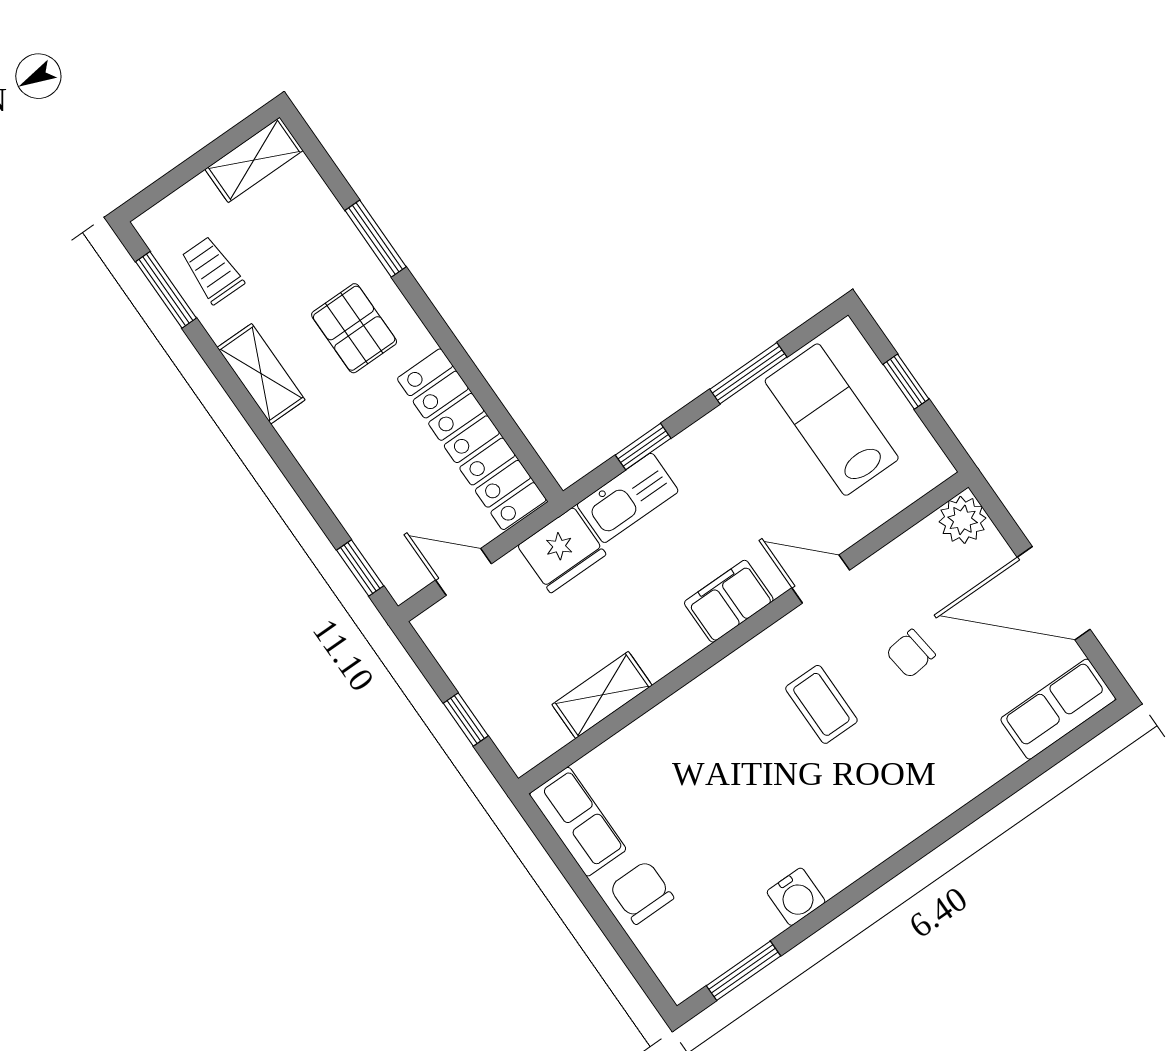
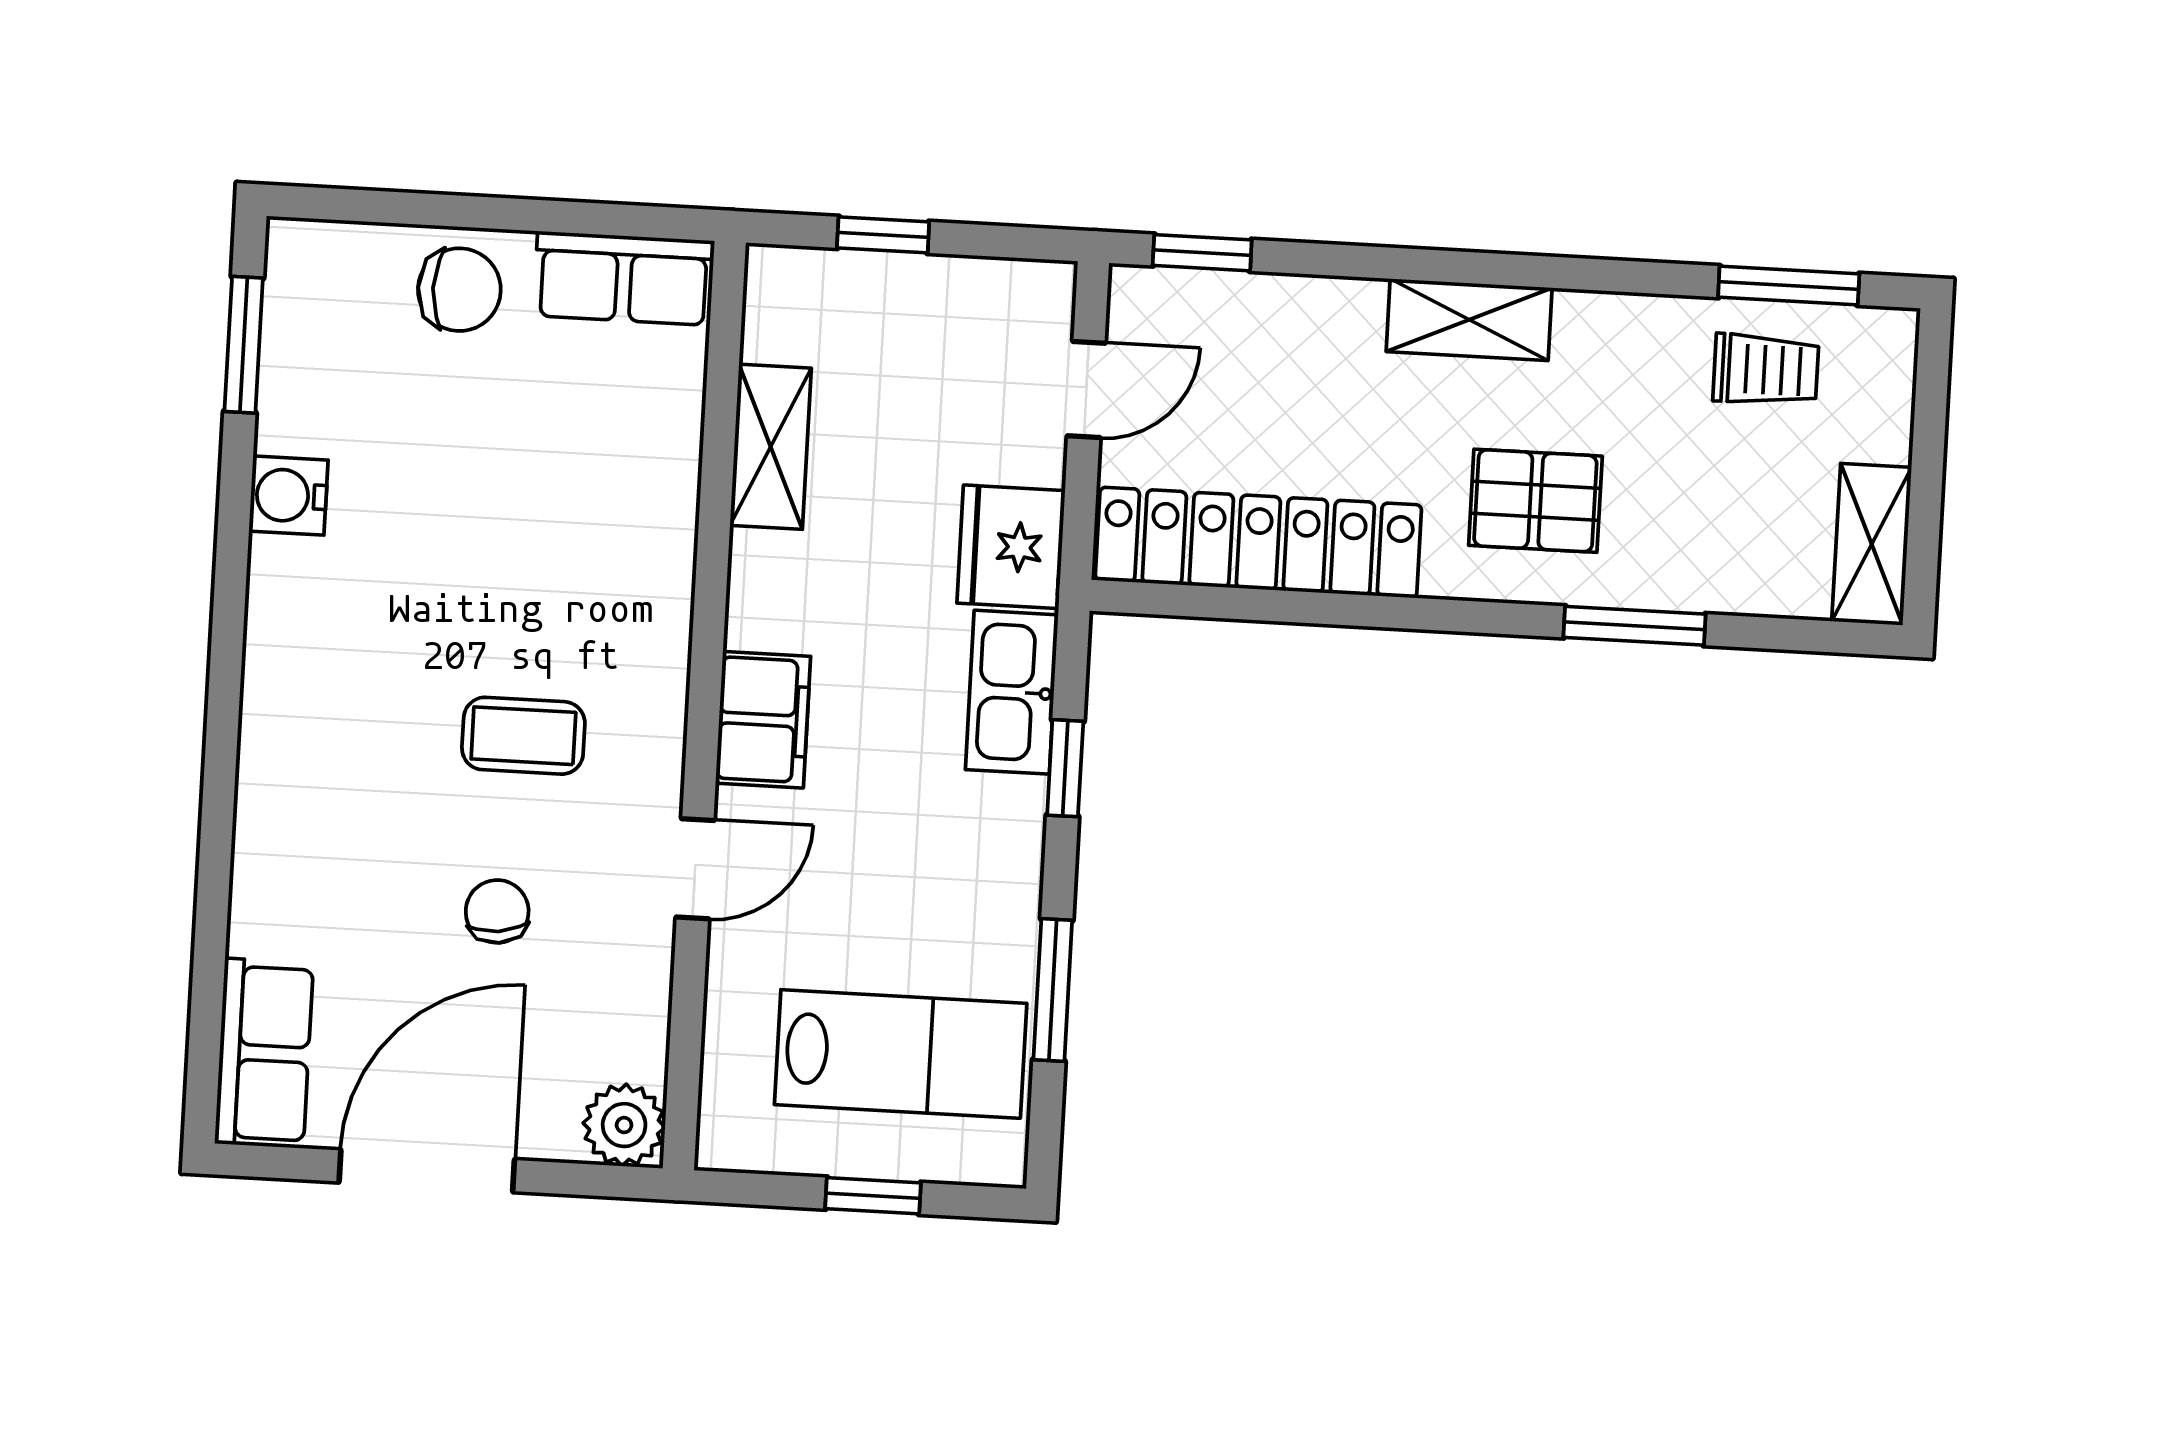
shelving: (261, 374) -> (1469, 320), moved

